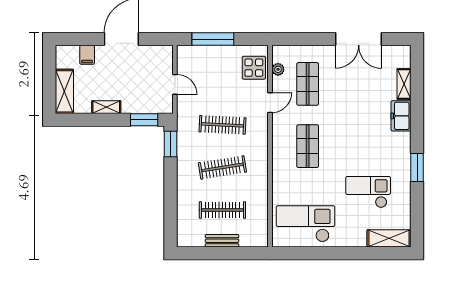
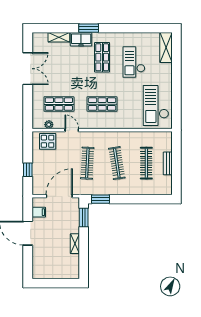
window: (213, 39) -> (28, 170), width x0.46
filing cabinet: (87, 55) -> (39, 212), moved
door: (175, 84) -> (59, 196), width x1.87
shelving: (64, 91) -> (64, 273), removed
shop shelf: (375, 146) -> (102, 57), added
window: (417, 168) -> (89, 28), moved

